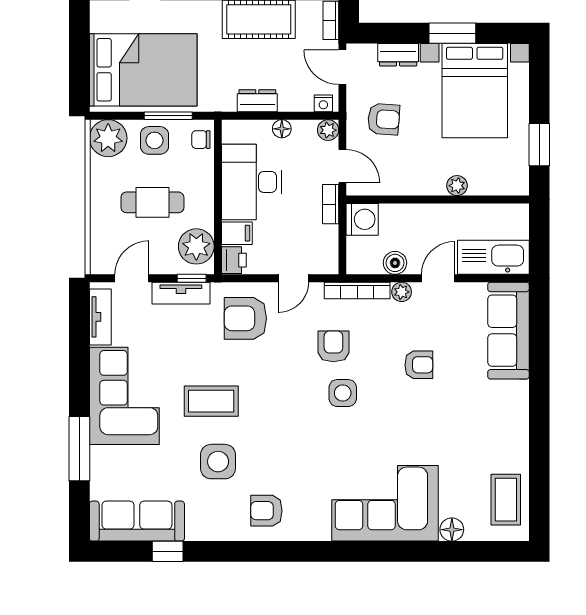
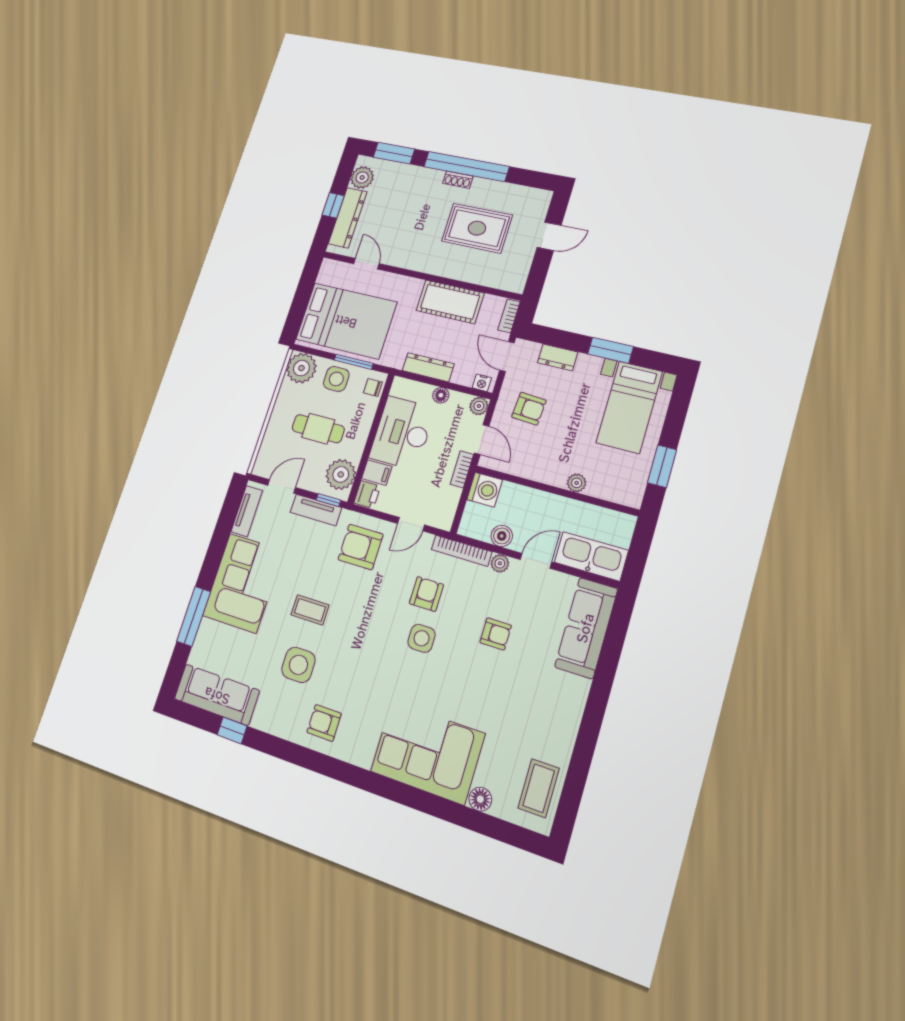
bed with nightstands: (475, 91) -> (629, 407), width x0.73
dresser: (257, 101) -> (428, 367), width x1.44
coffee table: (211, 401) -> (310, 610), width x0.73, depth x0.77

